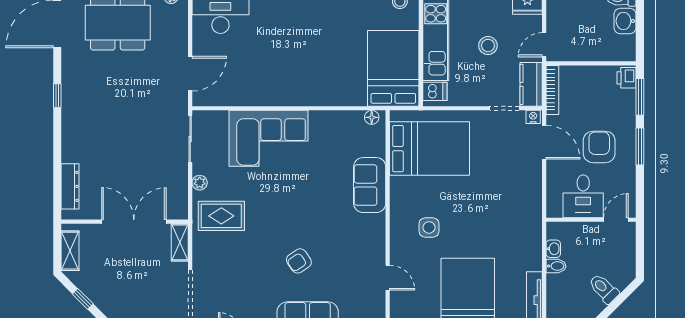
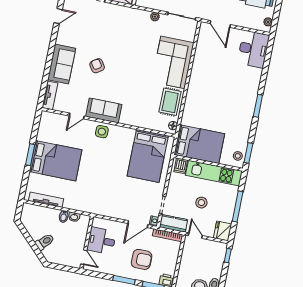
armchair: (599, 147) -> (142, 259), moved
sofa: (370, 185) -> (104, 110), moved
rug: (221, 216) -> (170, 102), moved
side table: (429, 227) -> (102, 132), moved

